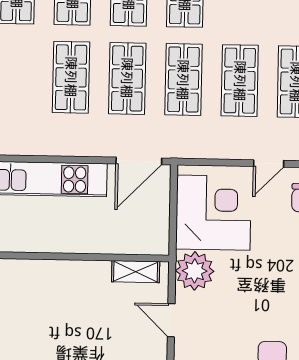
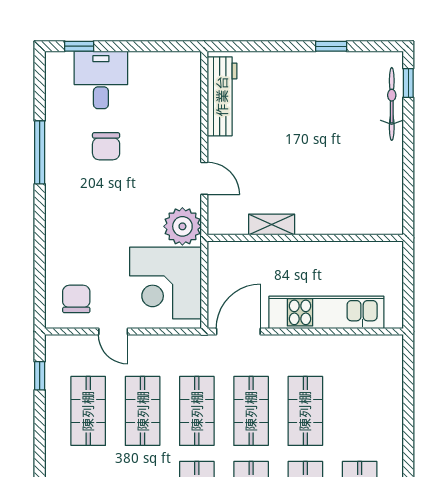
door: (269, 163) -> (113, 331), swing flipped
shelving: (136, 272) -> (272, 225), moved

